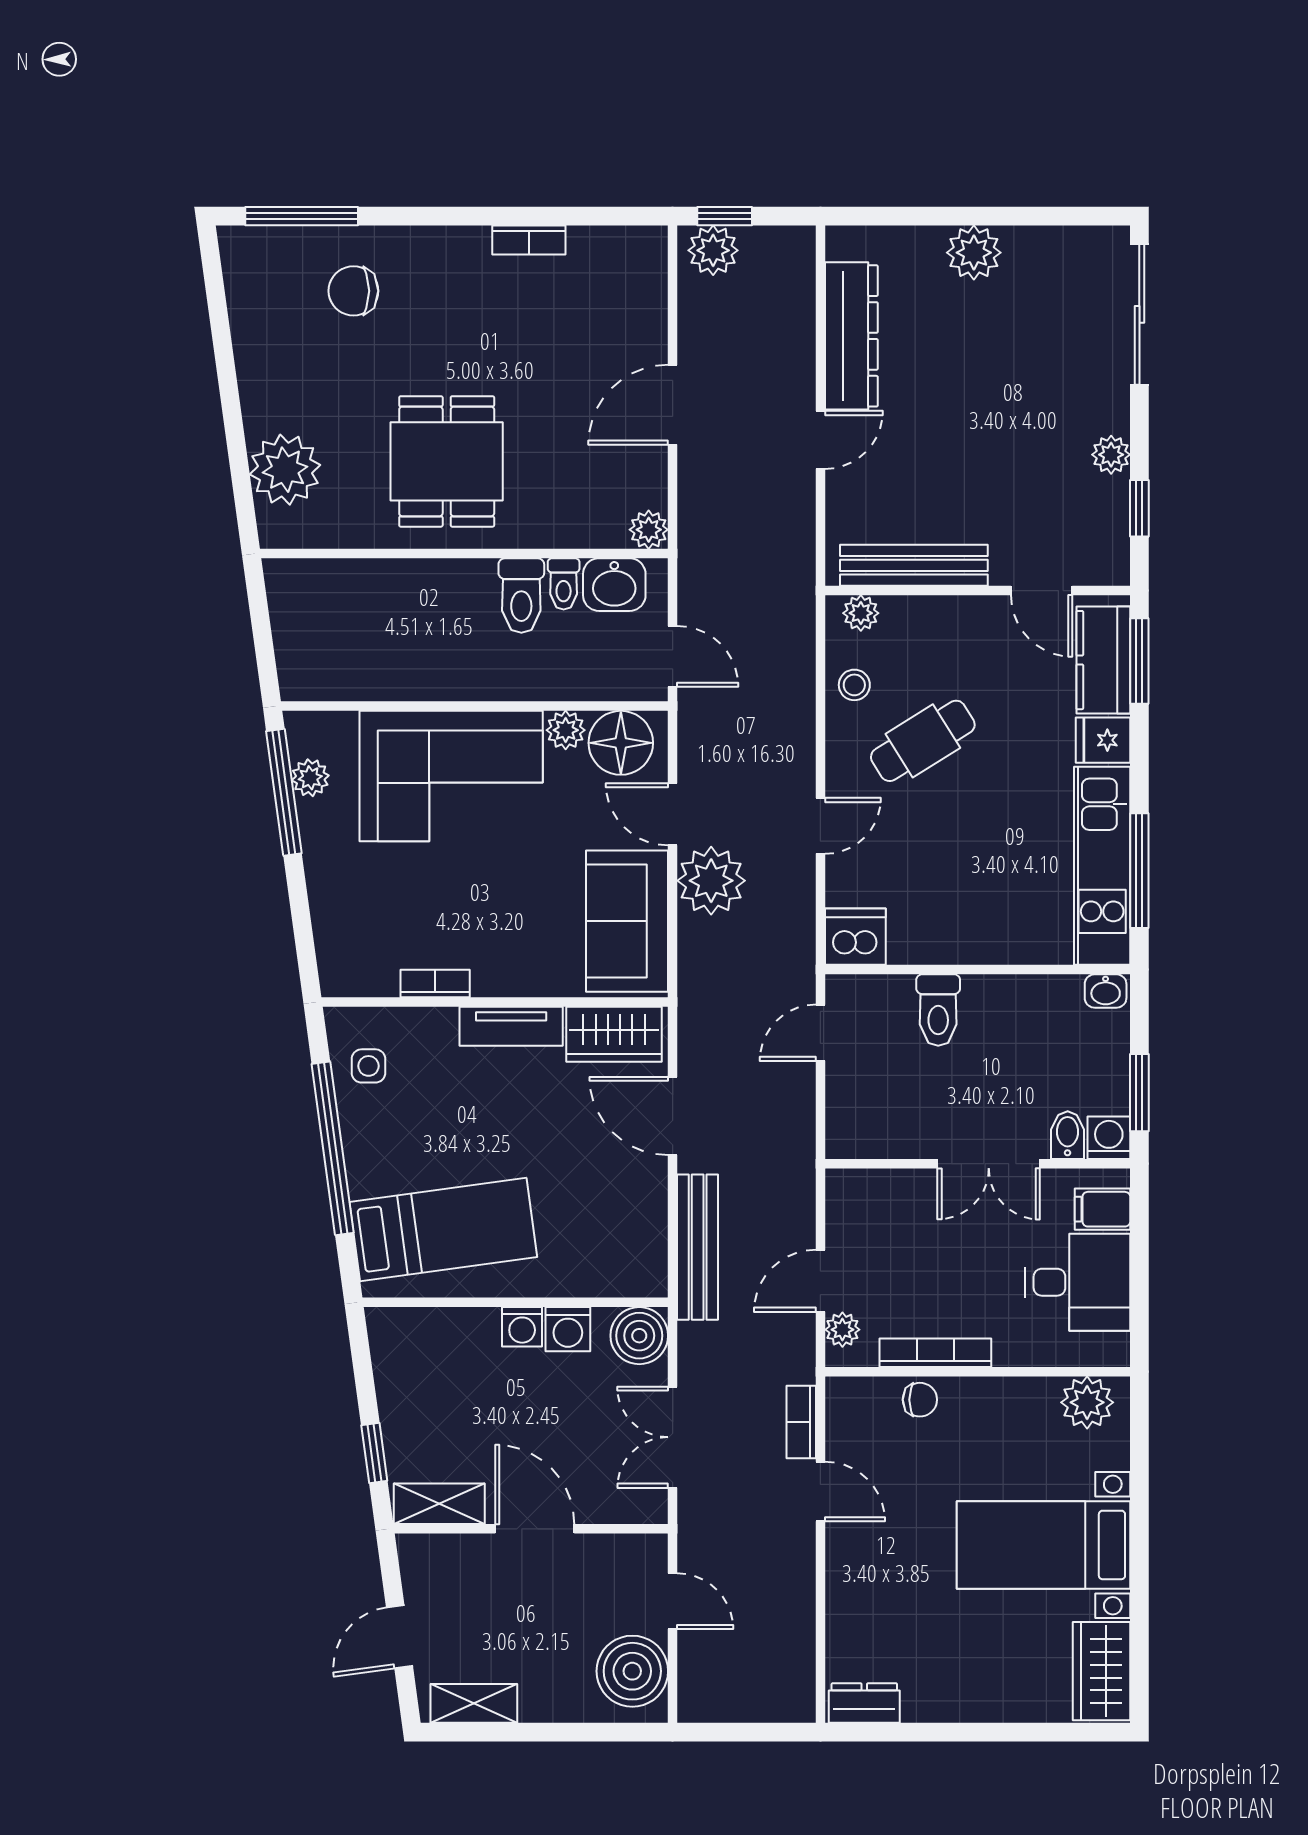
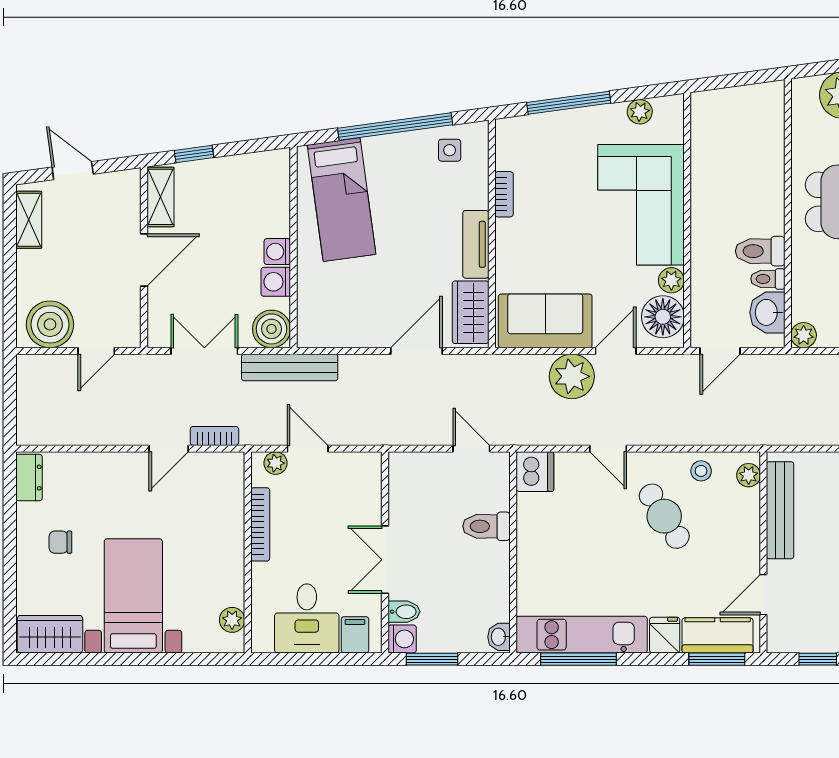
window: (284, 792) -> (569, 103), moved
bench: (698, 1247) -> (290, 367), moved
chair: (920, 1400) -> (60, 542), moved, turned 90
plant: (1087, 1402) -> (232, 620), width x0.73, depth x0.73

